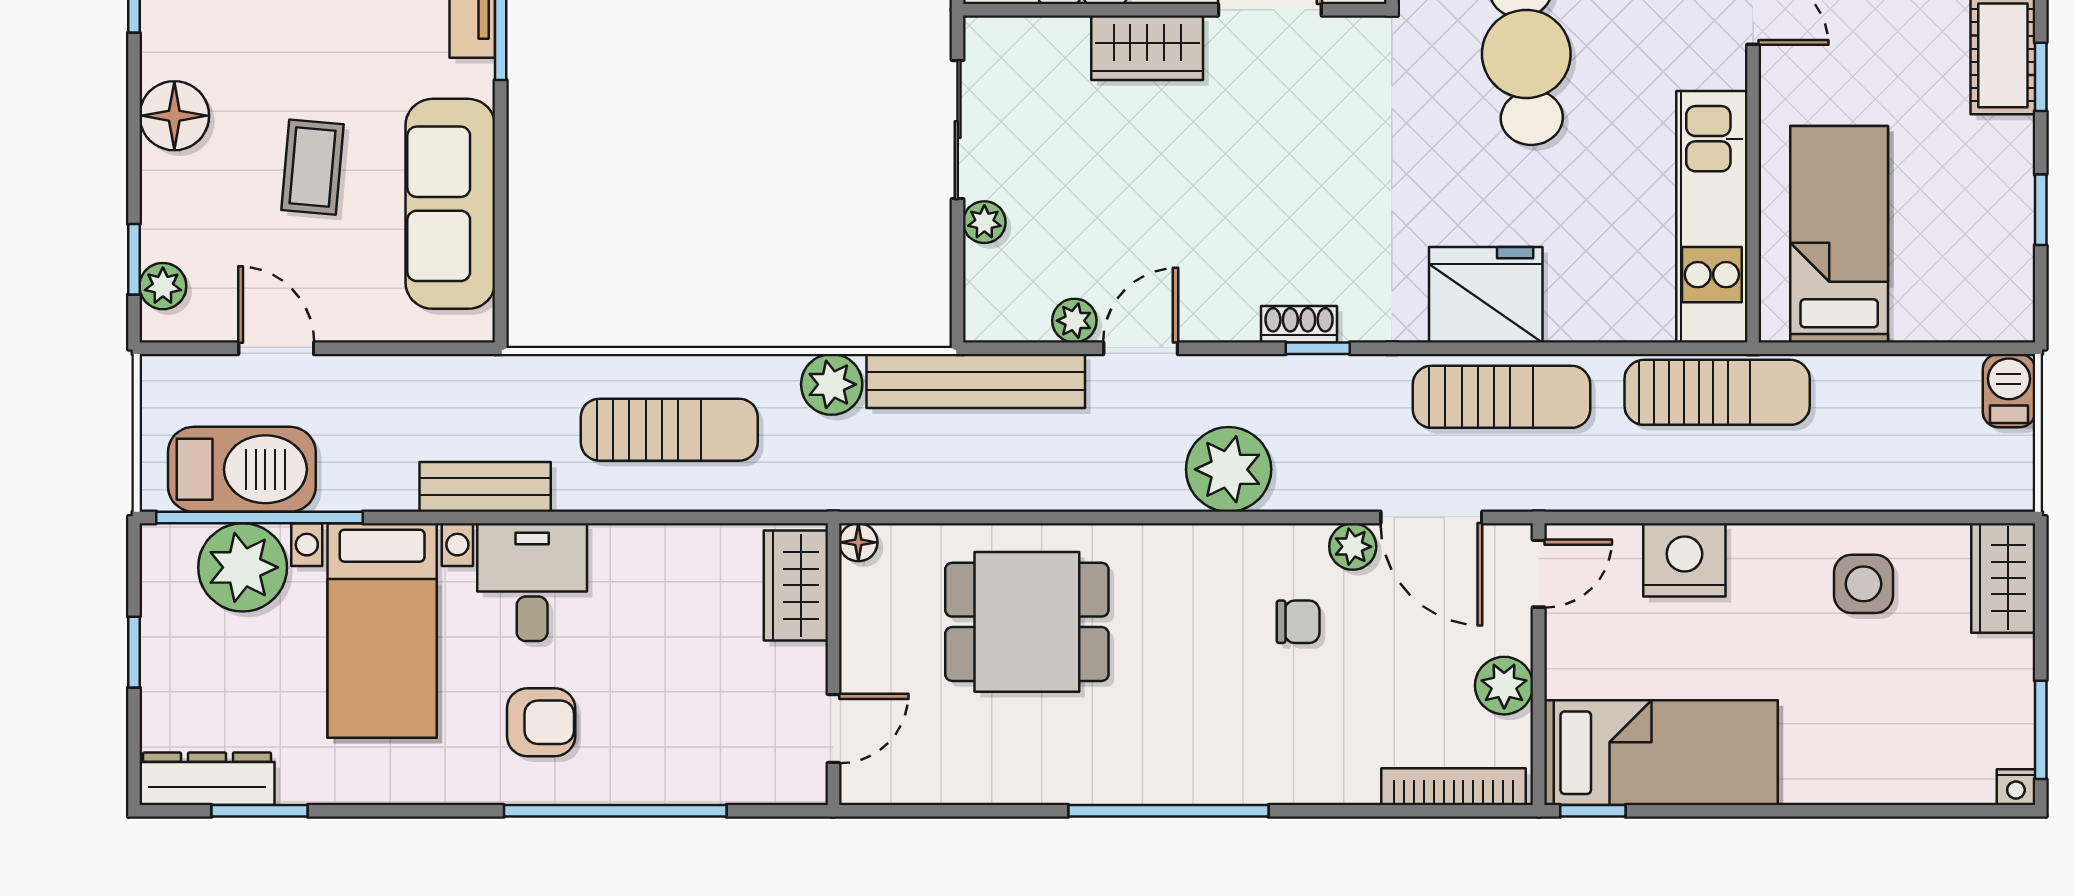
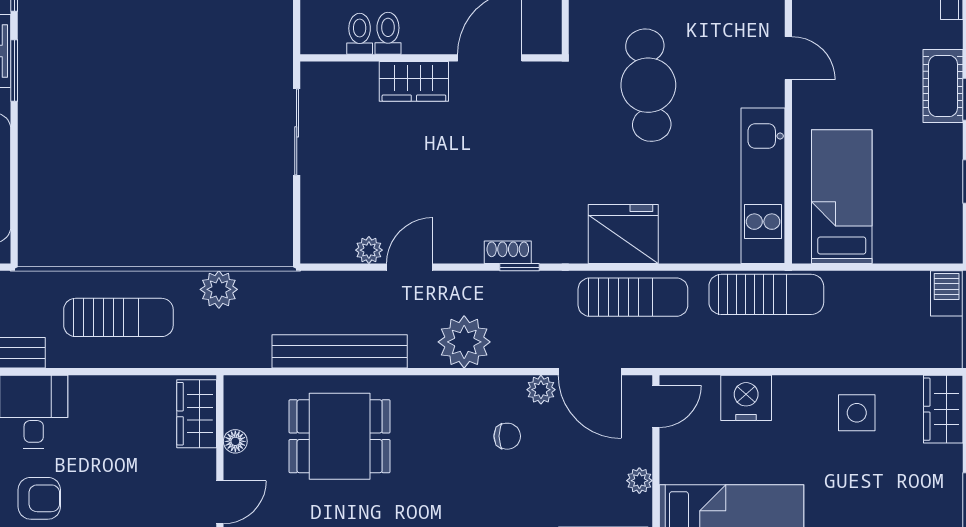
plant: (984, 222) -> (313, 189), removed
bench: (976, 381) -> (340, 351), moved
floor lamp: (858, 542) -> (235, 441), moved
plant: (1504, 686) -> (639, 481), width x0.73, depth x0.73

